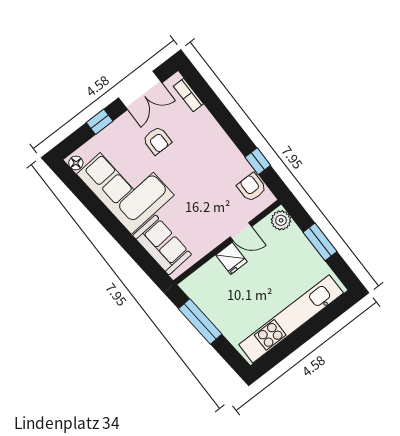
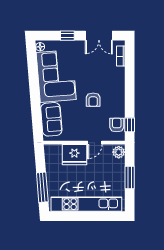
armchair: (157, 140) -> (93, 100), moved
window: (258, 161) -> (130, 125), moved
door: (241, 232) -> (95, 143), hinge flipped
fridge: (231, 258) -> (74, 155), width x1.88, depth x1.34
window: (200, 321) -> (42, 187), moved

